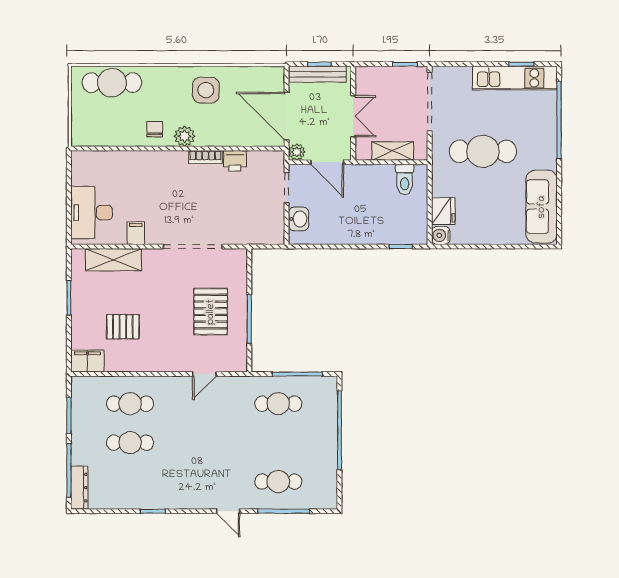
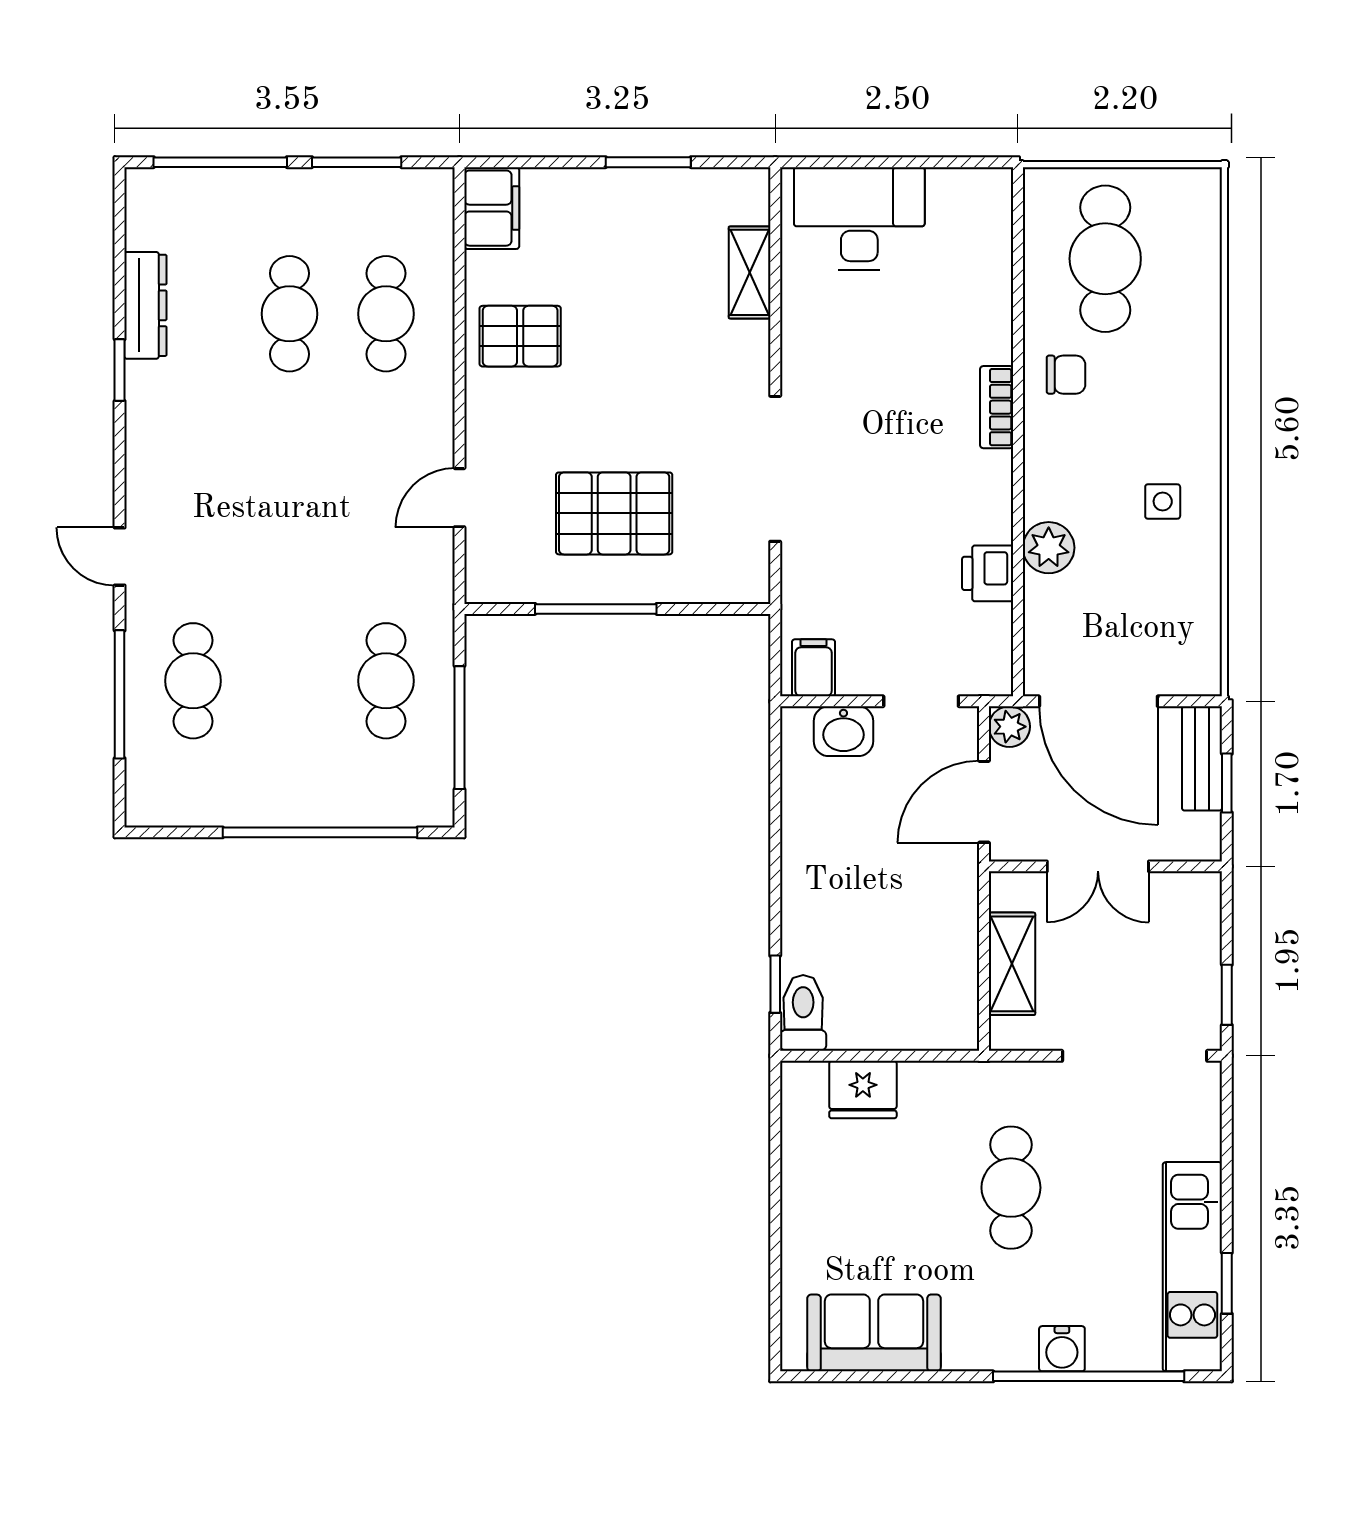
bench: (317, 74) -> (1202, 758), width x0.73
cafe table: (112, 83) -> (1105, 259), moved
side table: (206, 90) -> (1163, 501), width x0.54, depth x0.54
door: (287, 116) -> (1098, 701), swing flipped
plant: (185, 136) -> (1049, 548), moved
cafe table: (483, 151) -> (1011, 1188), width x0.73, depth x0.74
bookcase: (205, 157) -> (997, 407), moved
toilet: (405, 180) -> (803, 1013), moved, turned 90
sofa: (542, 207) -> (874, 1333), width x0.73
filing cabinet: (136, 233) -> (814, 668), moved, turned -90
water cooler: (441, 235) -> (1062, 1349), moved, turned 180
shelving: (113, 260) -> (750, 272), width x0.67, depth x0.75
pallet: (123, 327) -> (520, 336), moved, turned 90
door: (204, 374) -> (460, 498), hinge flipped
dresser: (79, 488) -> (145, 305), moved, turned -90
door: (228, 511) -> (120, 557), hinge flipped

